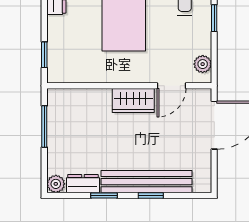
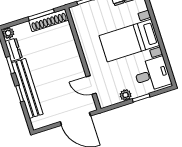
plant: (203, 64) -> (126, 95), moved
wardrobe: (133, 100) -> (75, 64), removed
shoe rack: (56, 118) -> (49, 20), added

